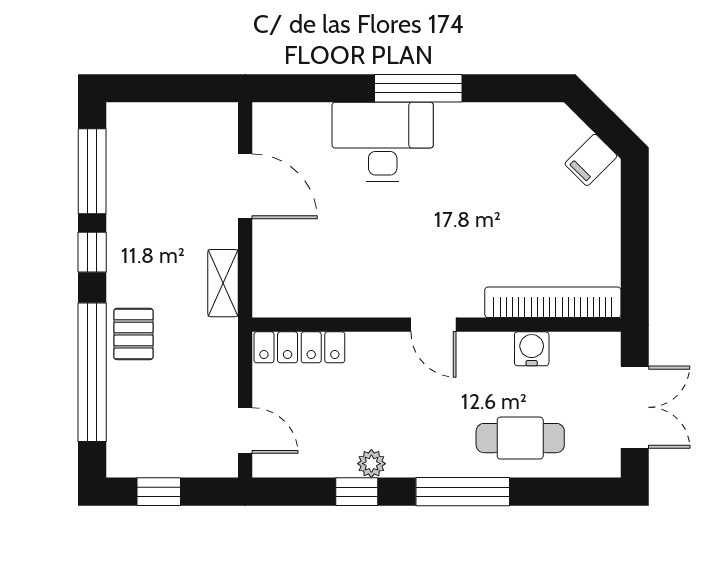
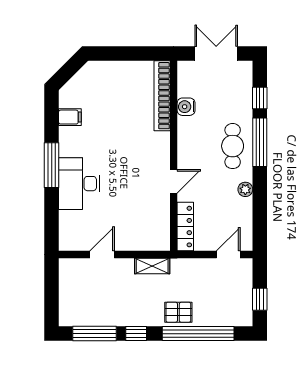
filing cabinet: (591, 160) -> (70, 117), moved, turned -45
door: (245, 186) -> (102, 255), width x0.73
door: (433, 325) -> (174, 181), moved
cafe table: (520, 438) -> (233, 146), moved
window: (357, 492) -> (260, 98), moved

